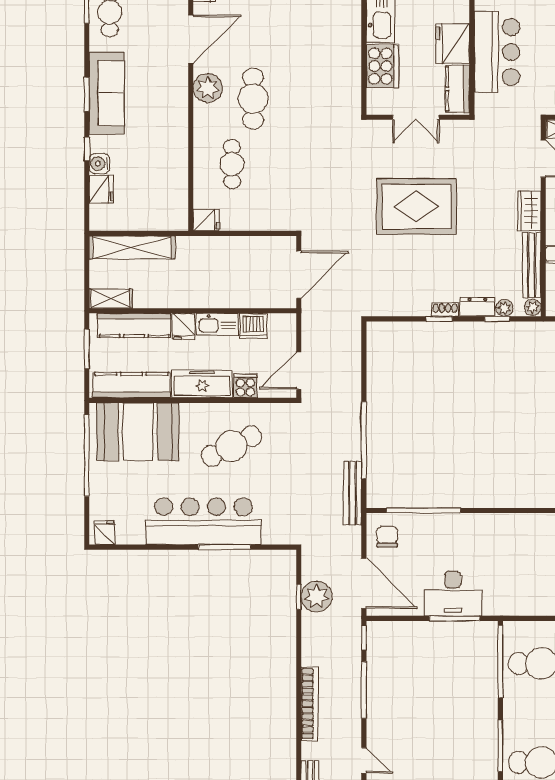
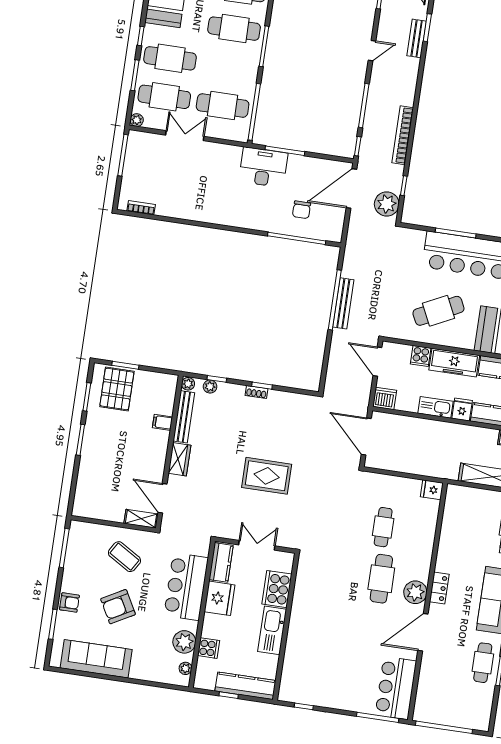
locker: (178, 98) -> (439, 588), added
cafe table: (232, 164) -> (383, 527), moved
rug: (416, 206) -> (267, 476), width x0.73, depth x0.69
door: (299, 275) -> (366, 436), hinge flipped
dresser: (477, 307) -> (231, 391), removed
dishwasher: (253, 326) -> (385, 398), moved
door: (299, 371) -> (377, 362), swing flipped
bench: (353, 493) -> (343, 303), moved
chair: (387, 537) -> (301, 210), moved
door: (364, 583) -> (351, 189), hinge flipped
desk: (453, 594) -> (263, 167), moved
plant: (317, 597) -> (387, 204), moved
bookcase: (309, 704) -> (403, 135), moved
door: (364, 761) -> (372, 51), swing flipped

